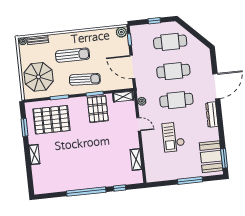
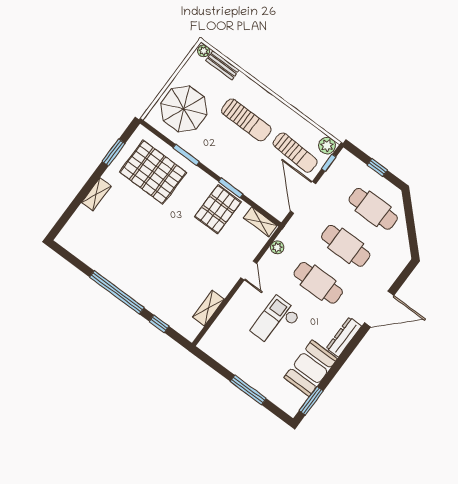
sun lounger: (85, 79) -> (295, 153), moved
booth: (211, 157) -> (311, 368), moved

